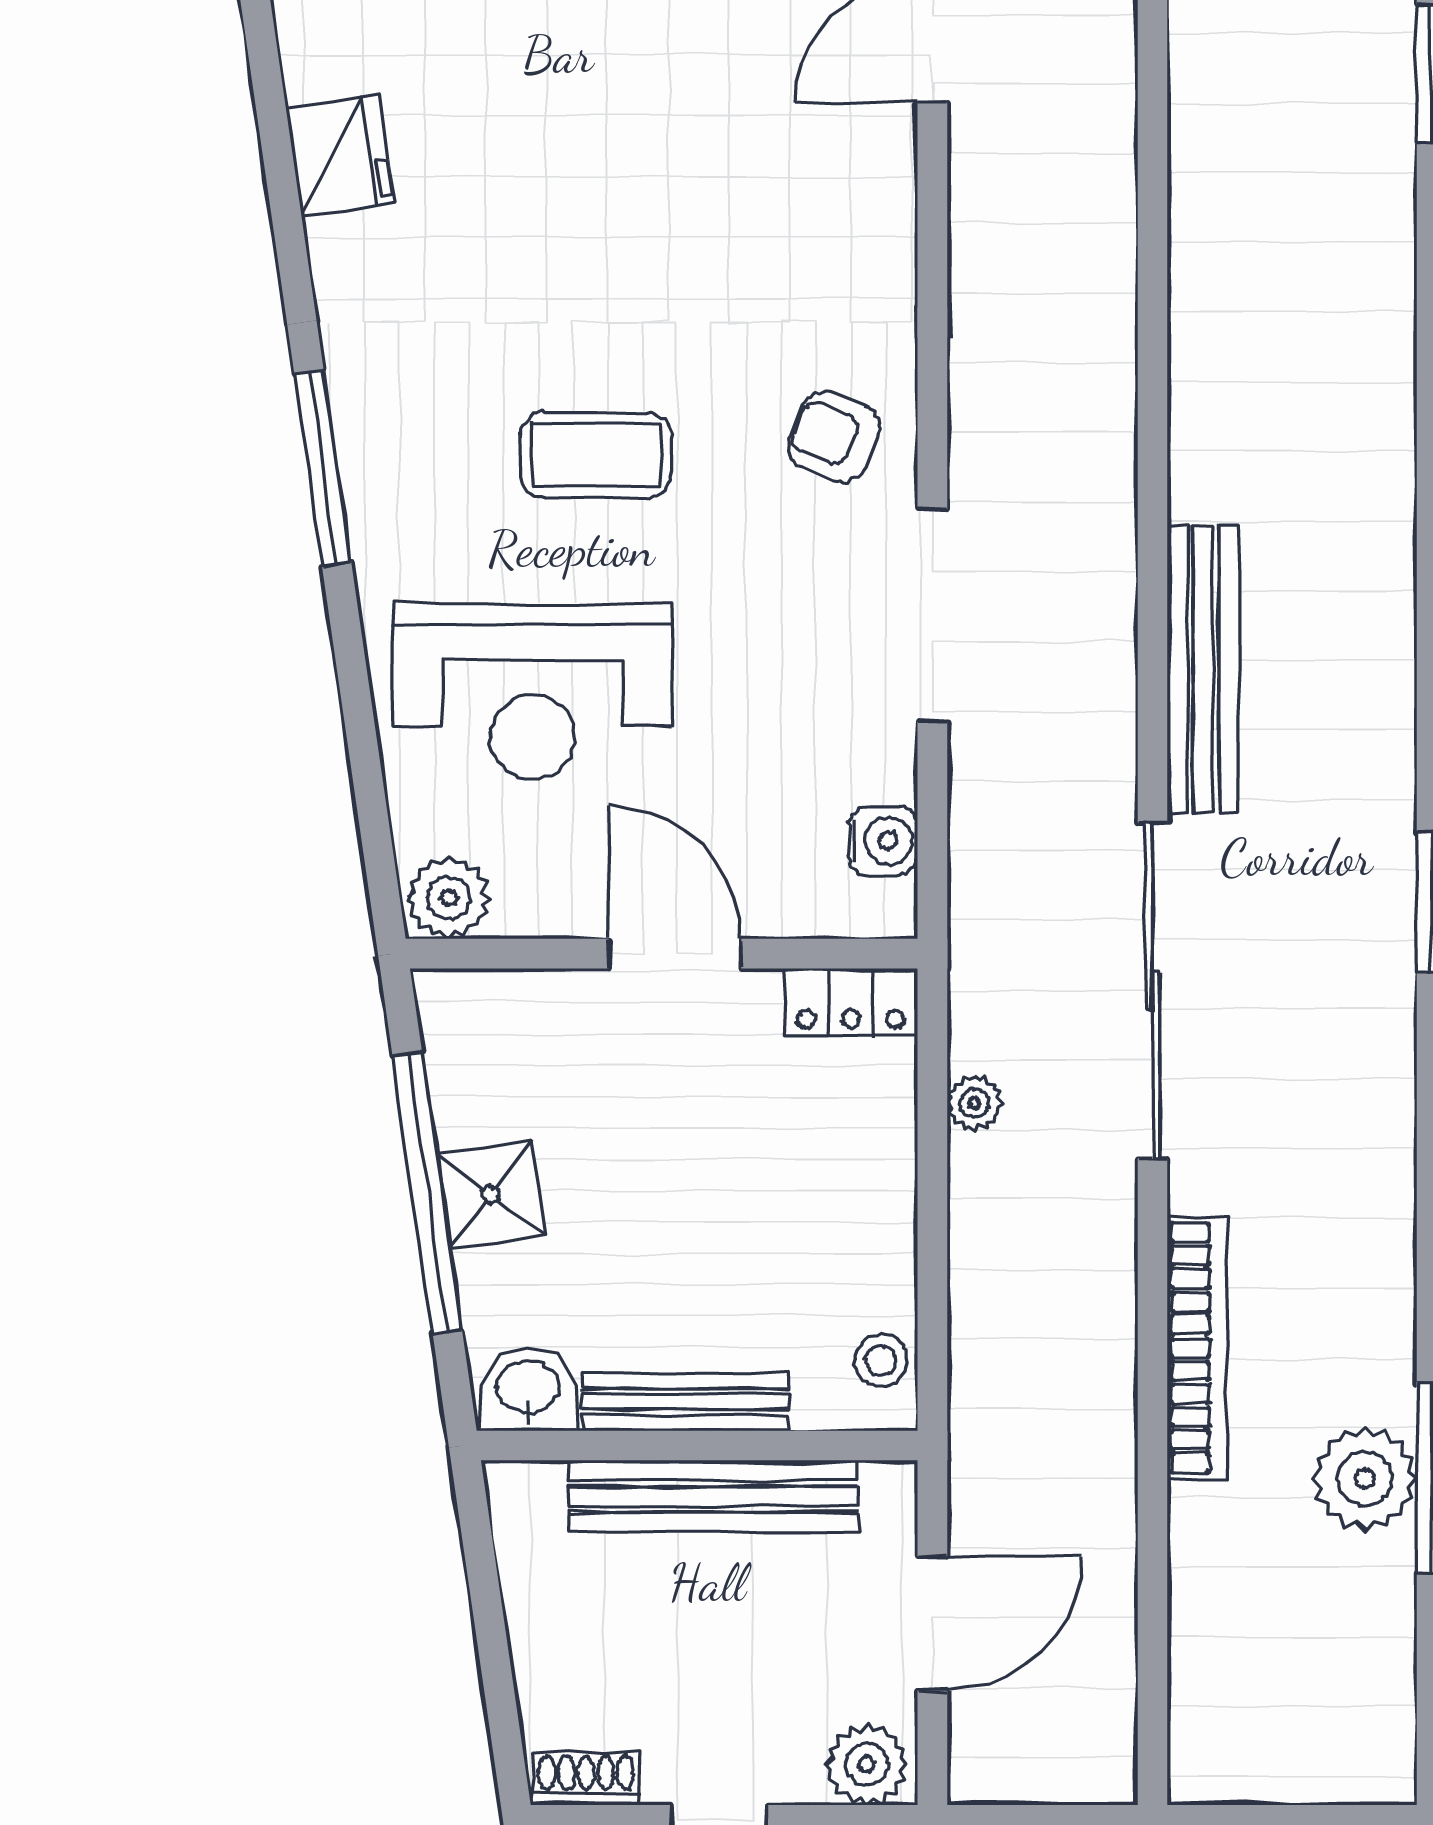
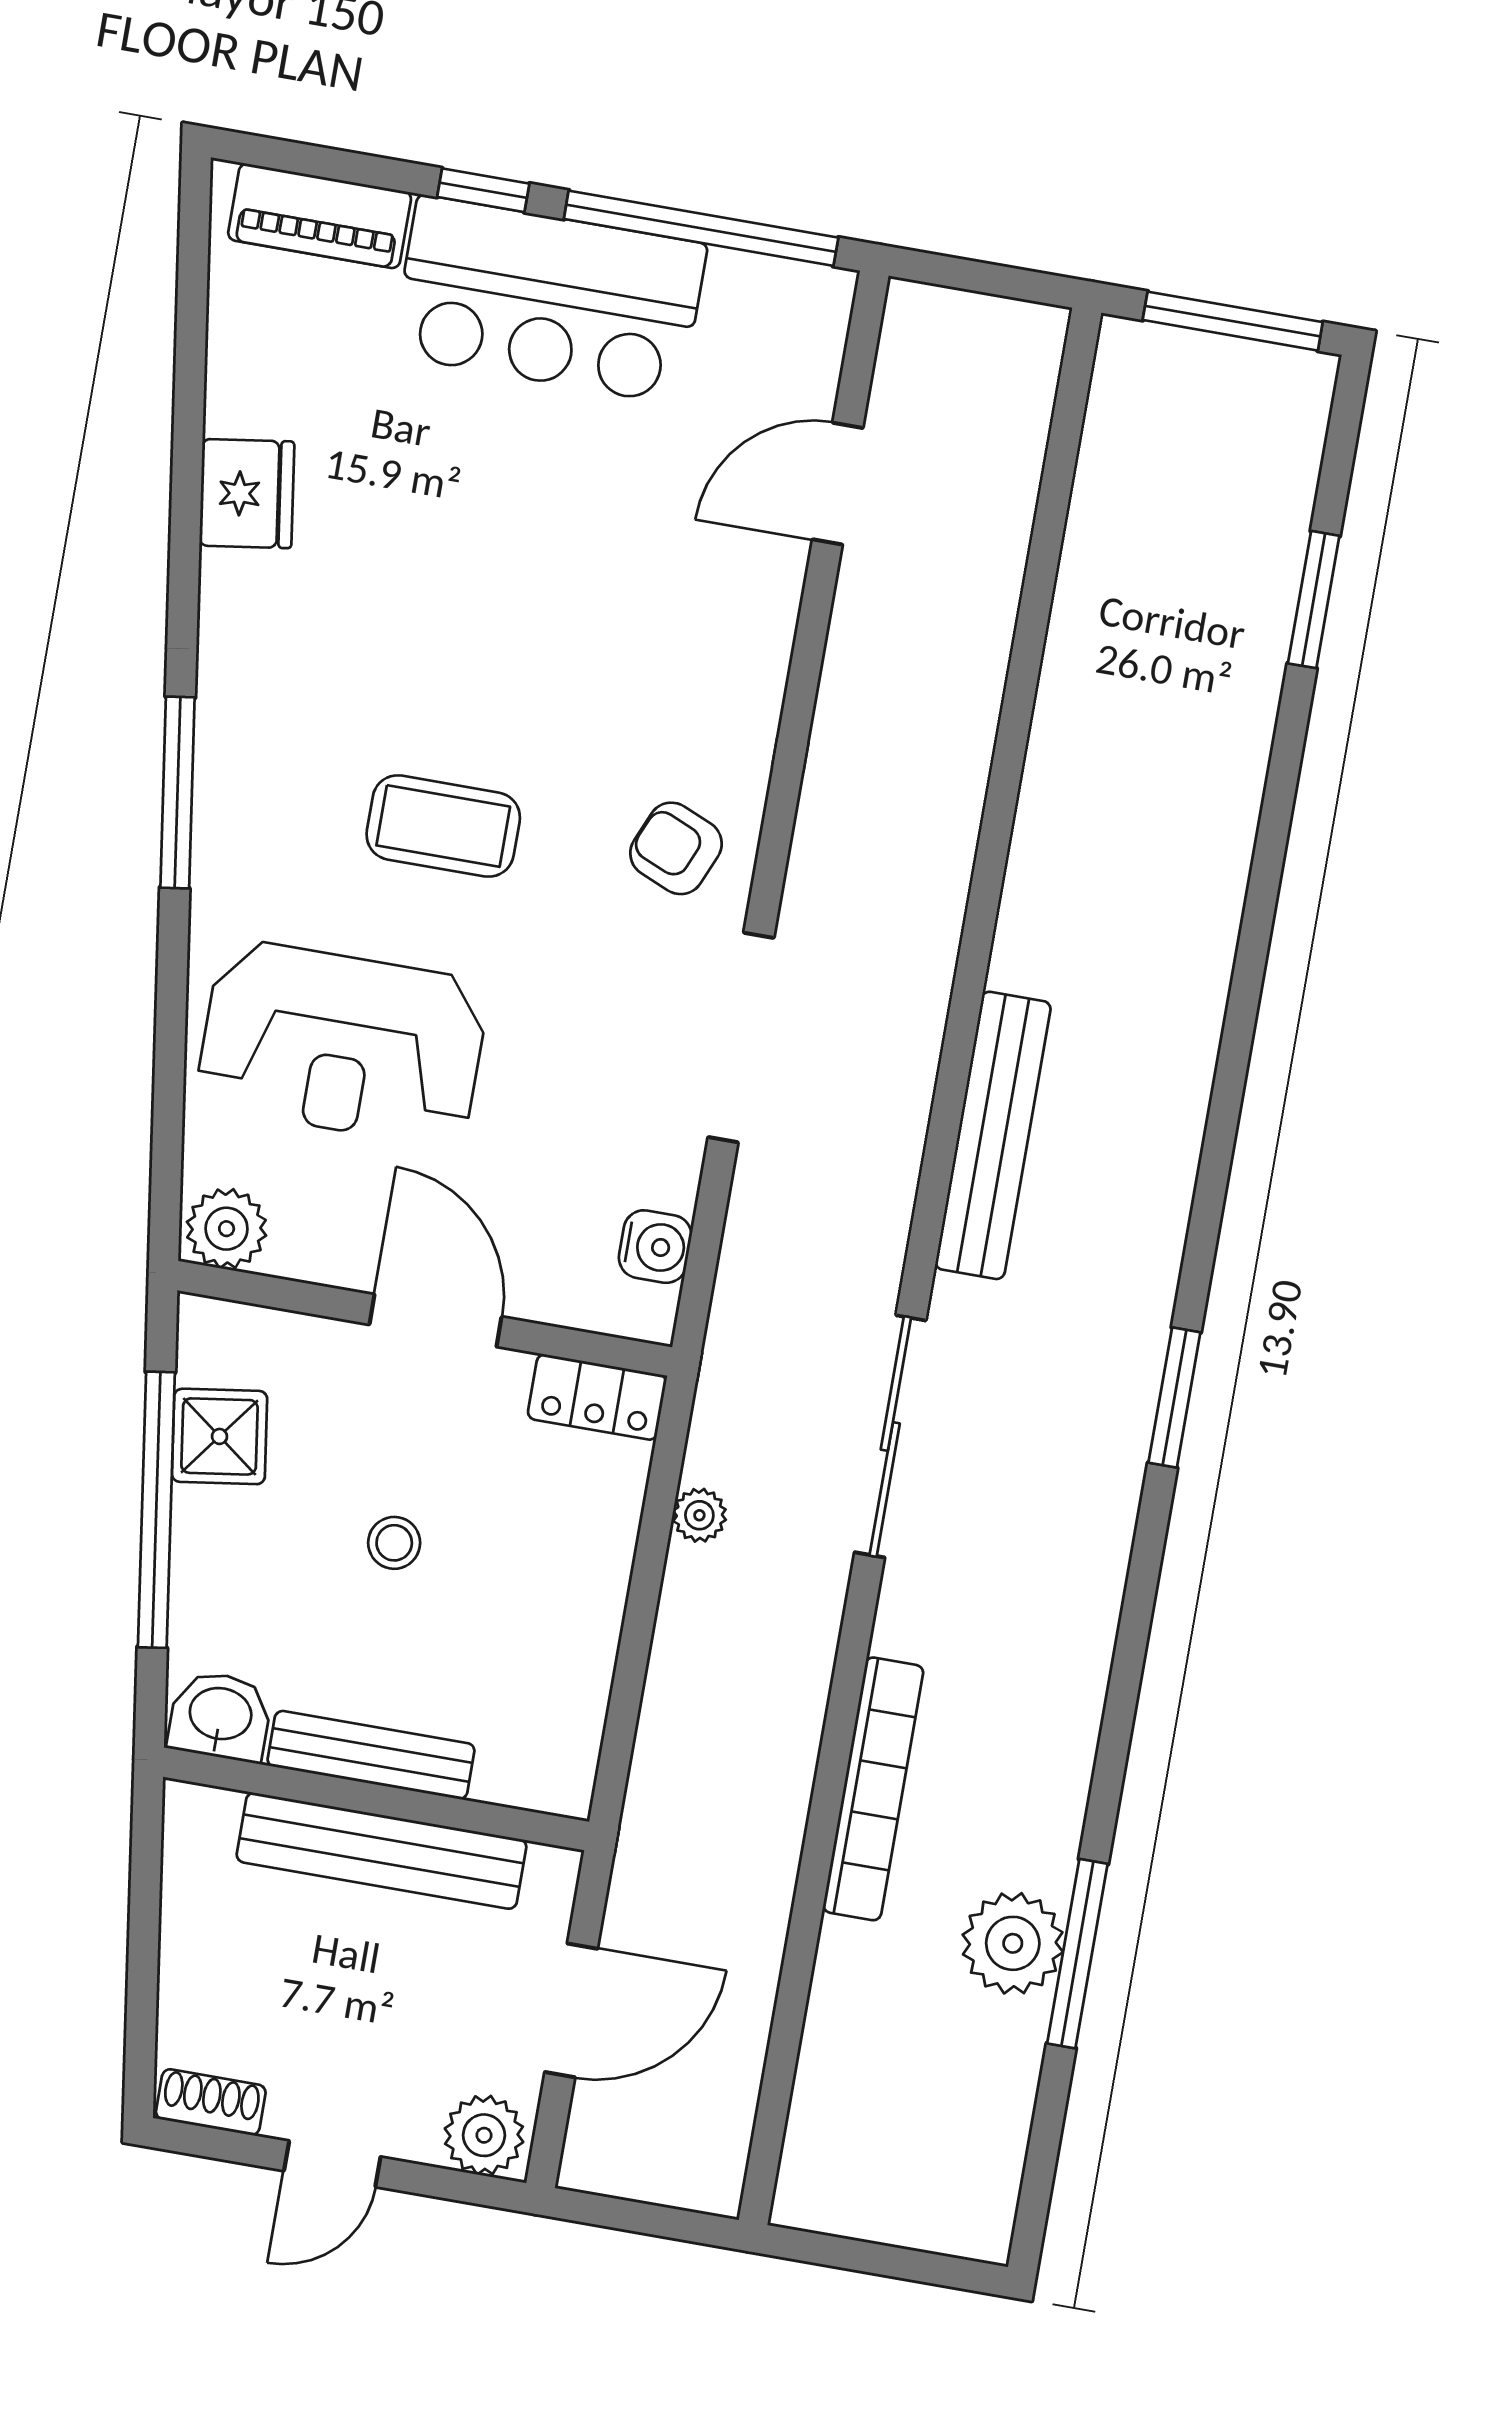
sliding door: (1153, 990) -> (890, 1436), width x0.73
shower: (490, 1194) -> (219, 1436), moved
stool: (881, 1360) -> (394, 1543), moved

